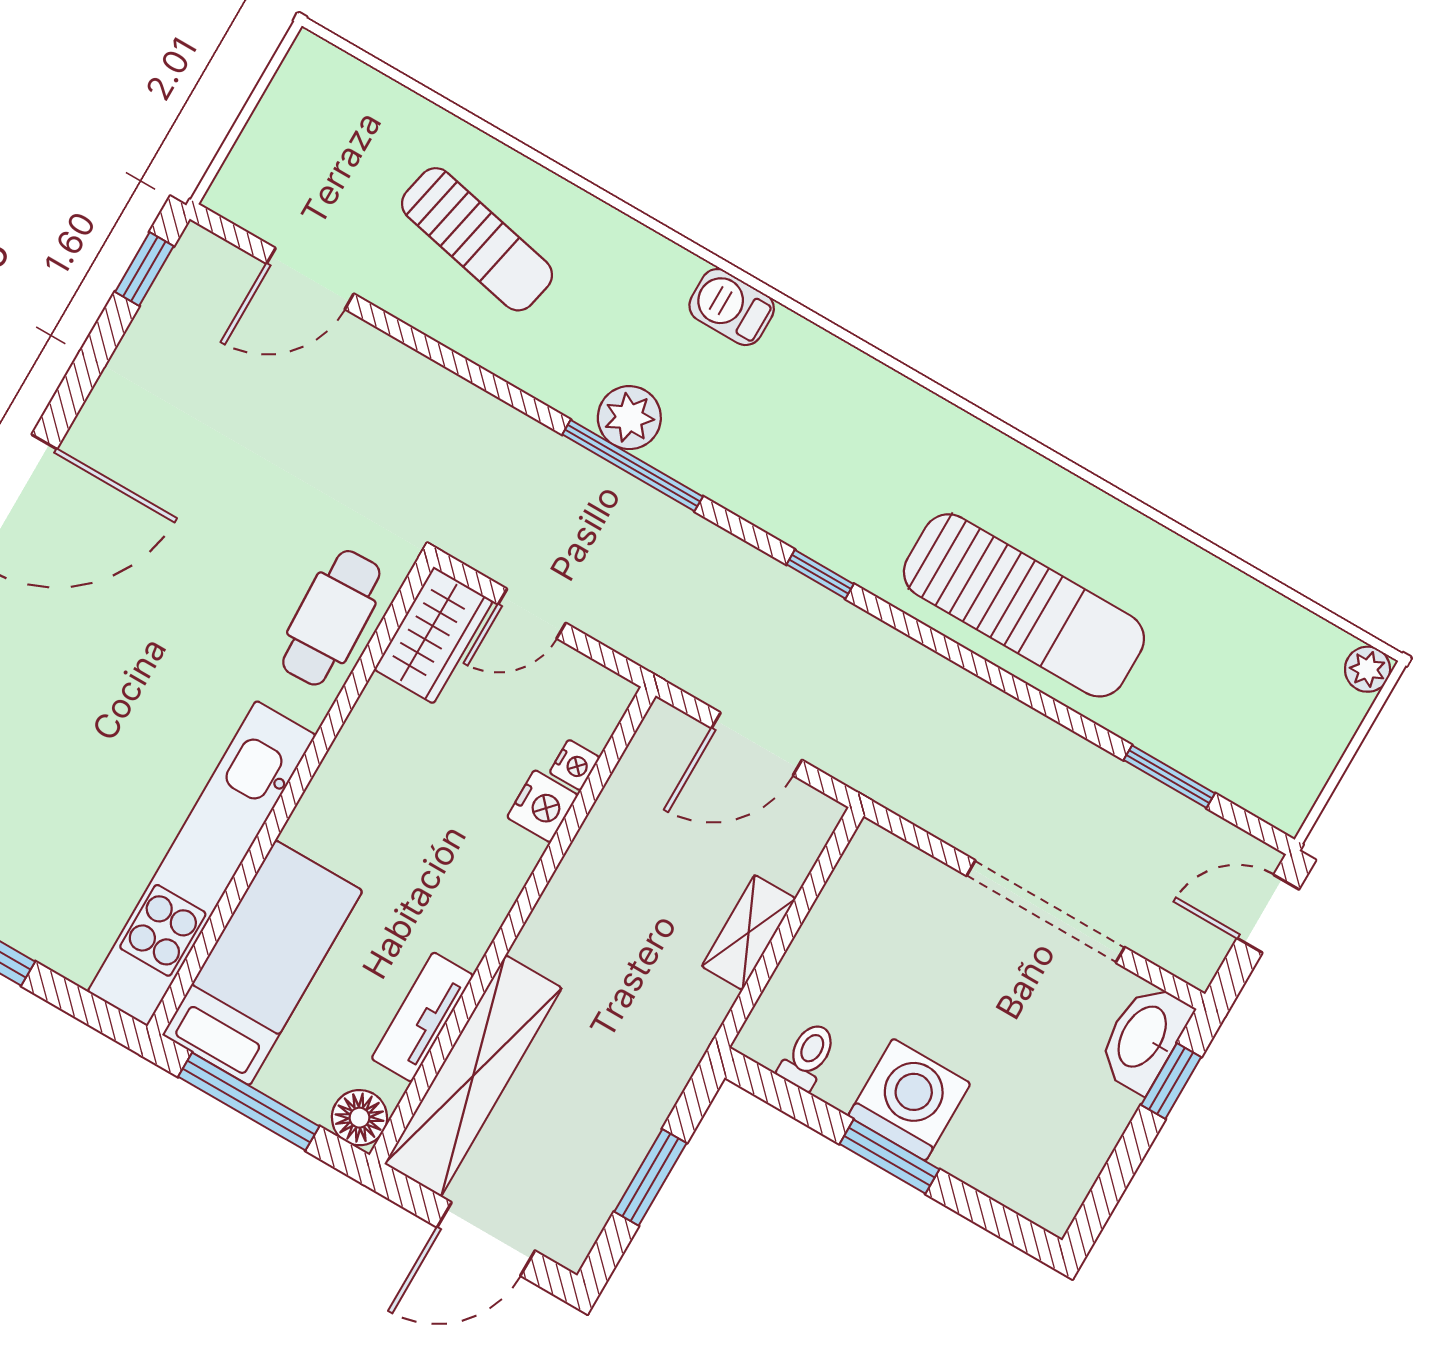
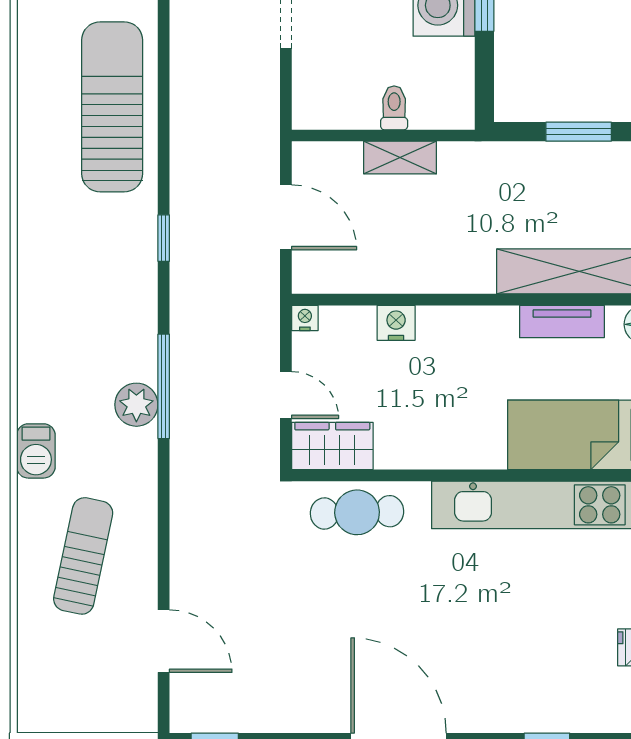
barbecue: (732, 307) -> (36, 451), moved
nightstand: (575, 765) -> (305, 318), moved
toilet: (808, 1056) -> (394, 108), moved, turned 90

